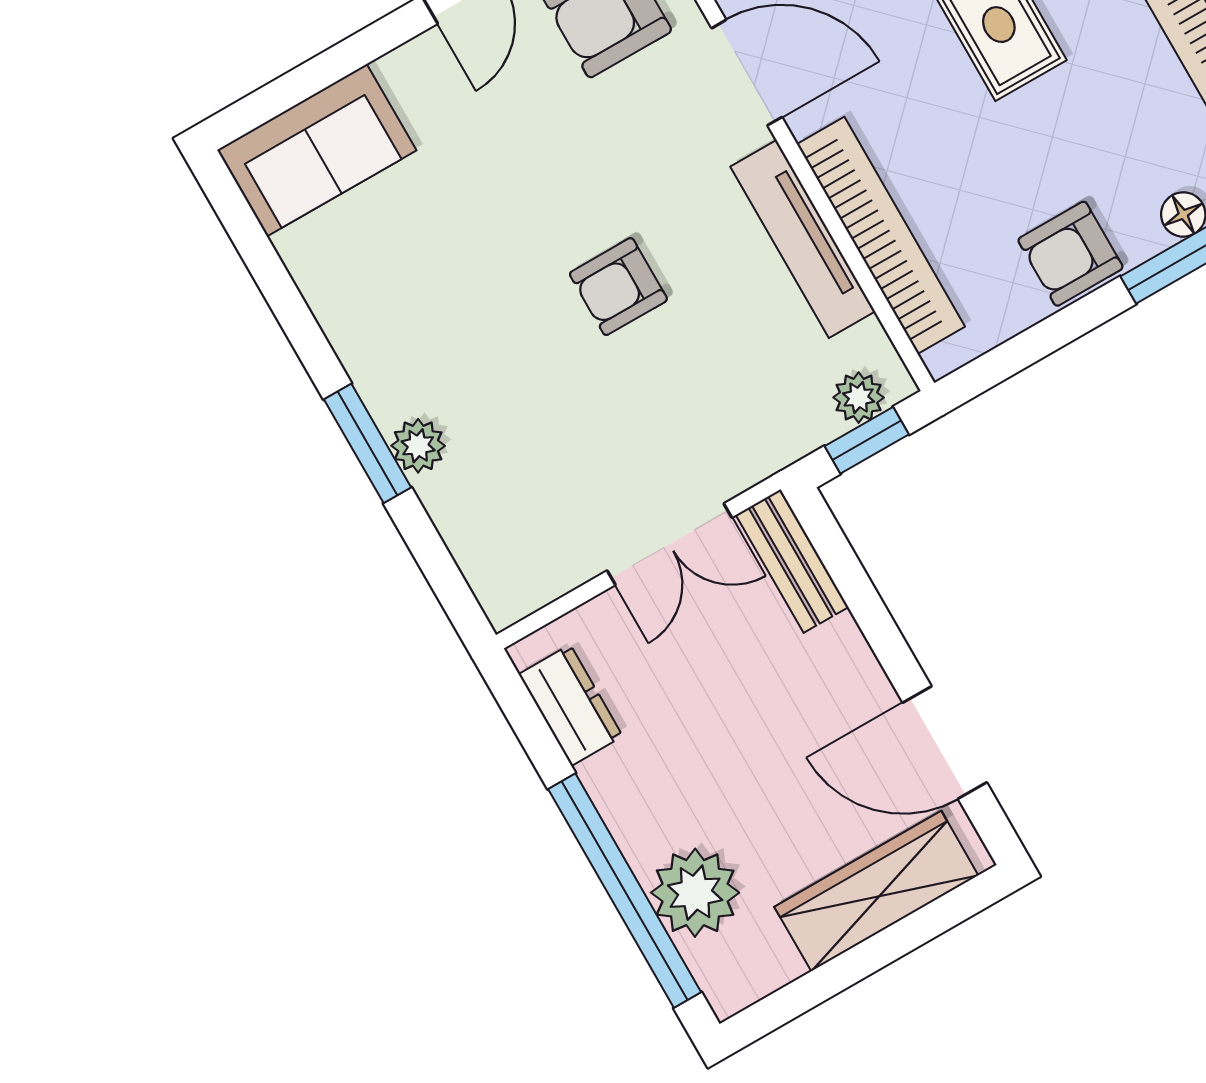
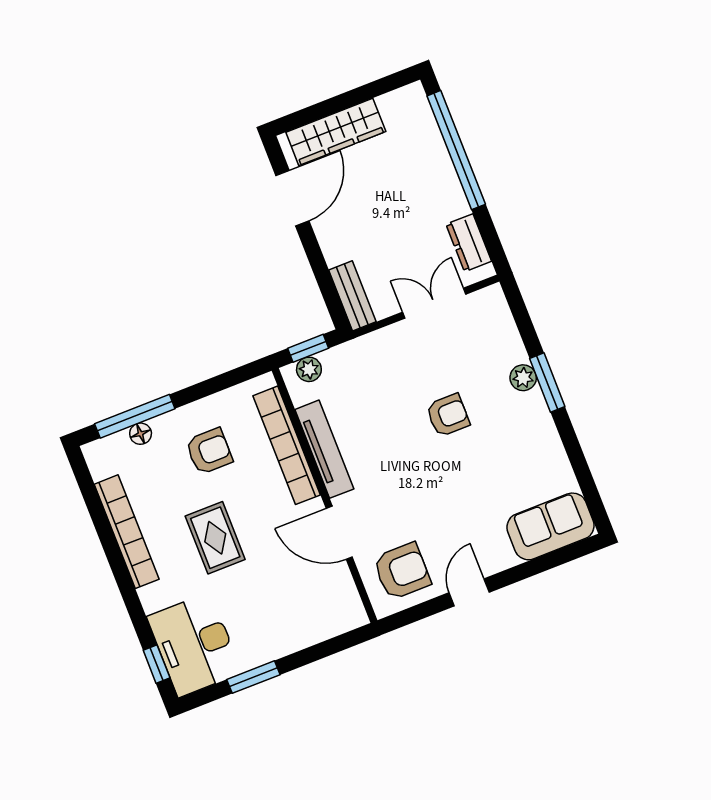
armchair: (1070, 254) -> (209, 451), moved
armchair: (618, 287) -> (448, 415), moved
double door: (670, 544) -> (434, 303), moved
door: (945, 743) -> (292, 198), hinge flipped
plant: (695, 893) -> (423, 144), removed

